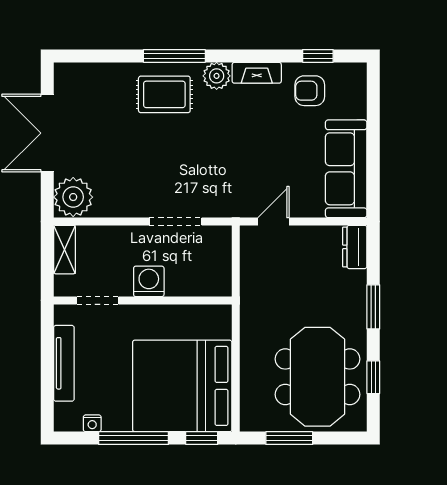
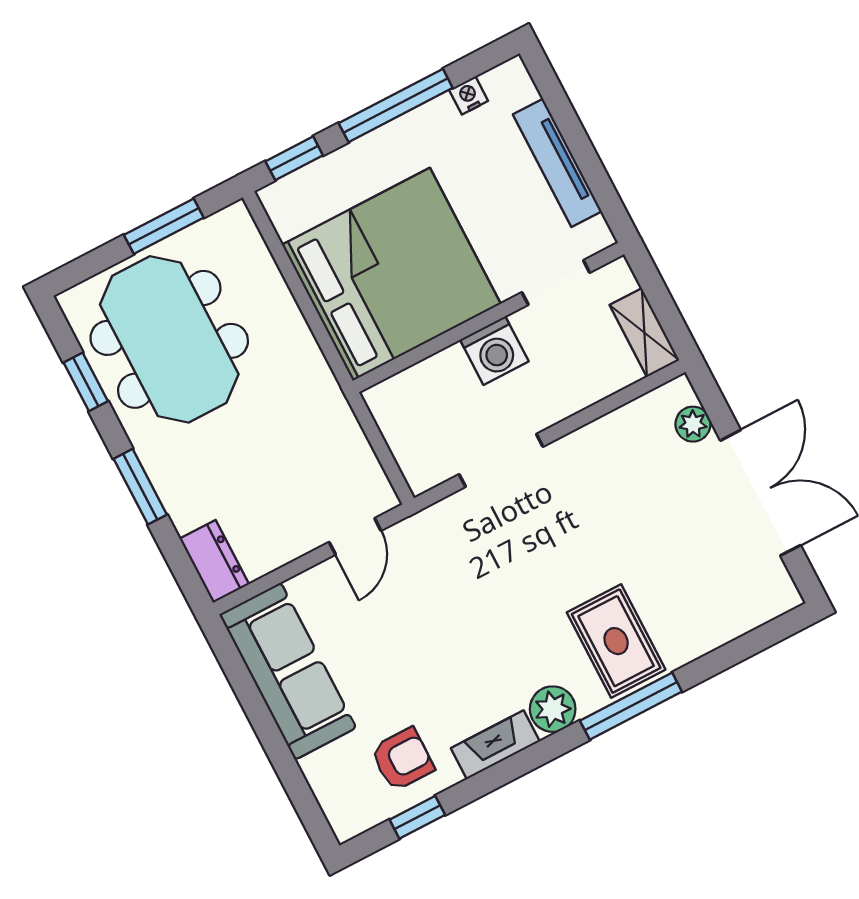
rug: (164, 94) -> (616, 641), turned 90
plant: (73, 197) -> (693, 424), width x0.53, depth x0.53
bed: (182, 386) -> (391, 274), moved

